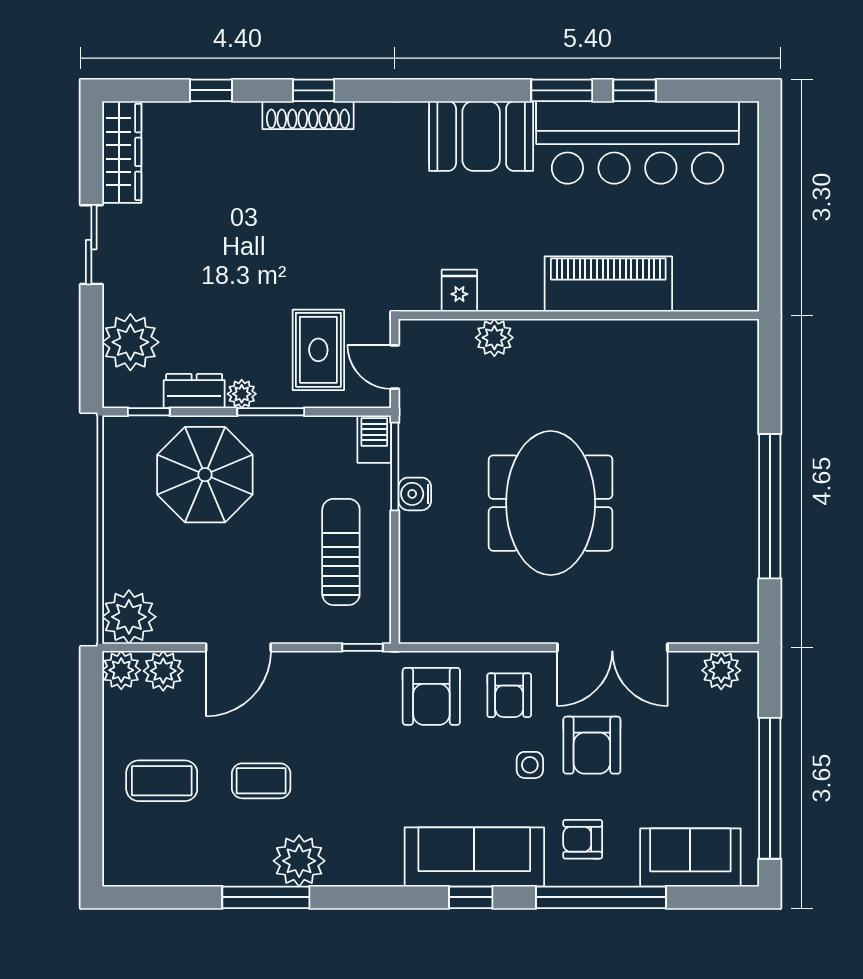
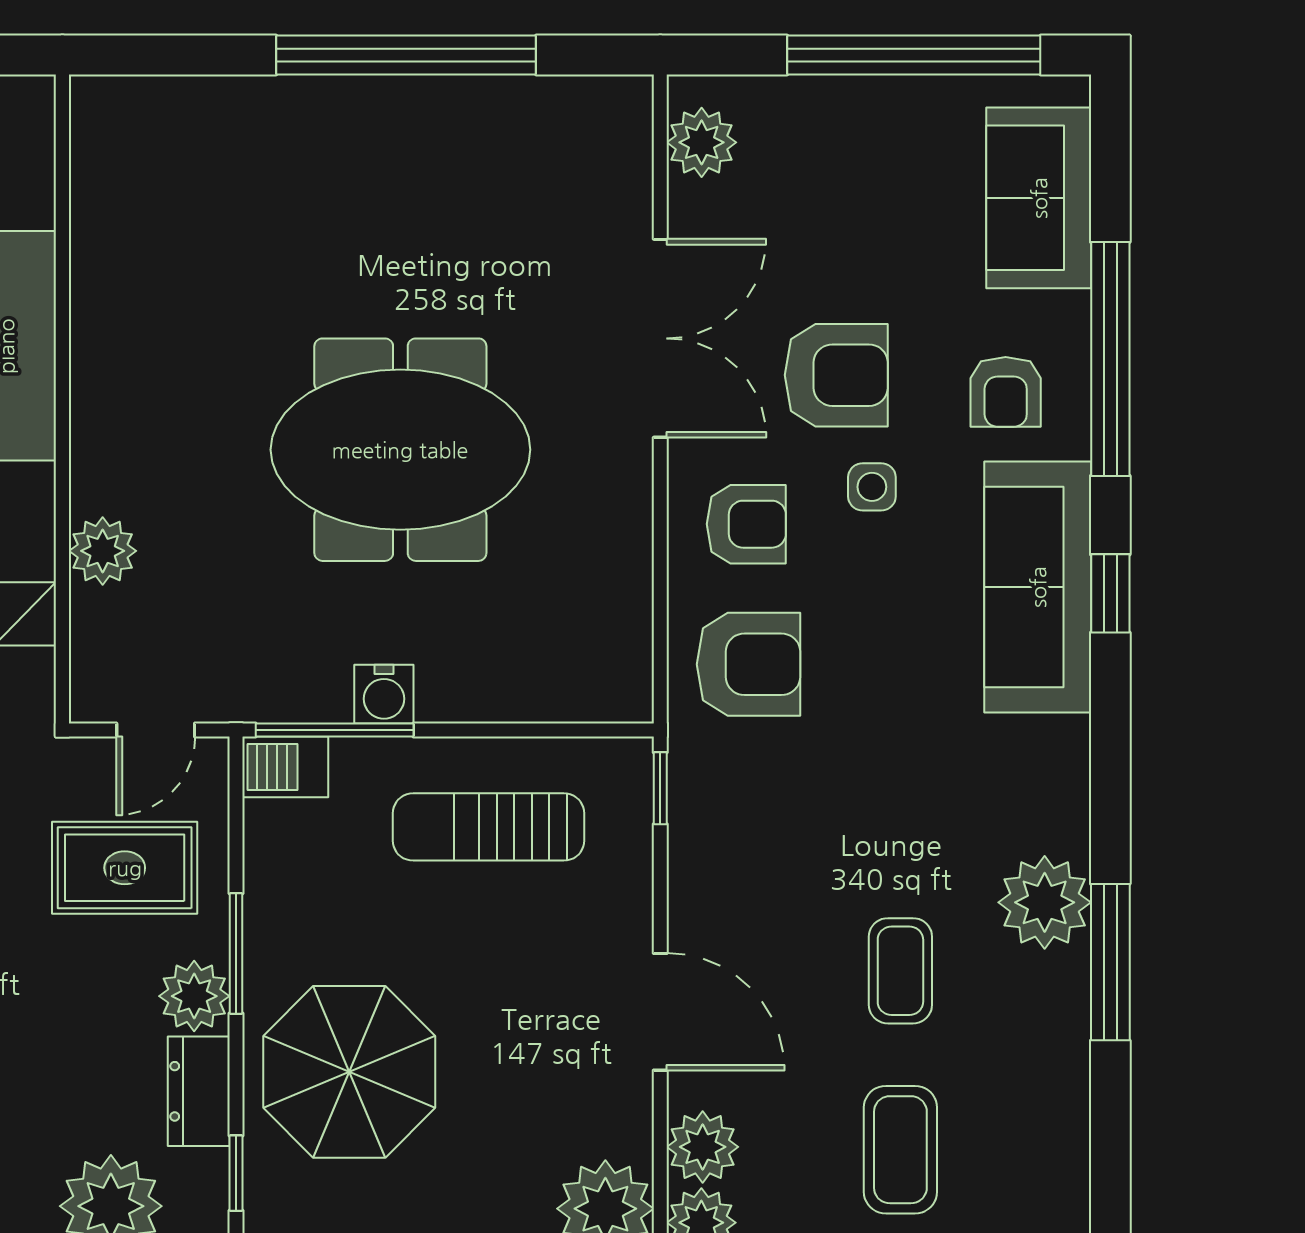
plant: (242, 394) -> (194, 996), width x1.38, depth x1.38

